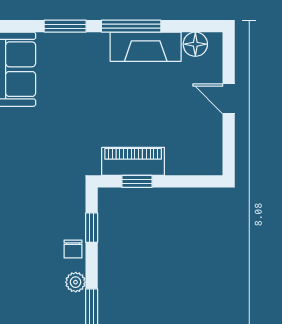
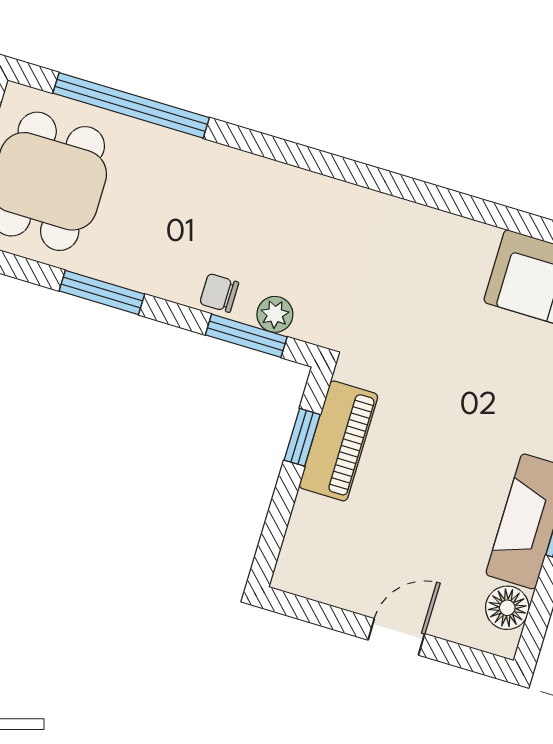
window: (92, 228) -> (246, 336), width x1.50
plant: (76, 282) -> (275, 314), moved

